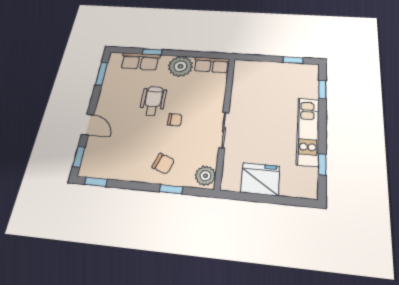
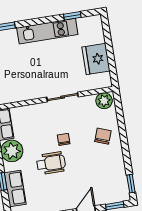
wheelchair: (153, 101) -> (51, 163), turned 180
window: (171, 189) -> (121, 123), removed

